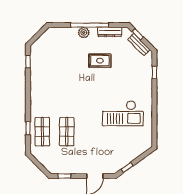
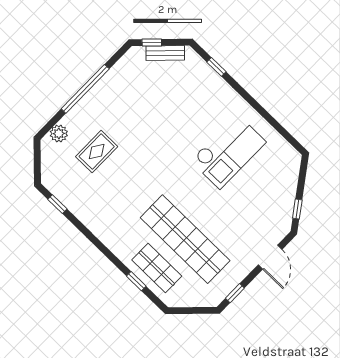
dresser: (110, 32) -> (117, 73), removed
plant: (84, 33) -> (59, 134), moved
rug: (100, 61) -> (97, 152), moved
shop shelf: (67, 132) -> (185, 239), width x2.00, depth x1.36

